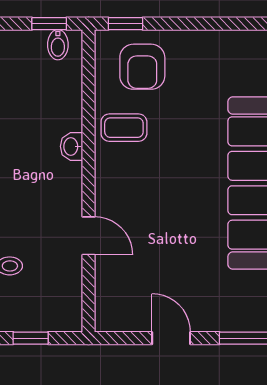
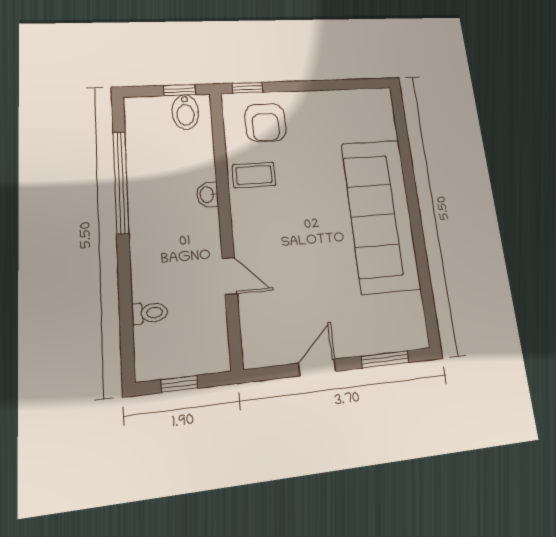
bidet: (58, 45) -> (185, 112), width x1.38, depth x1.36
door: (171, 338) -> (317, 367), hinge flipped

